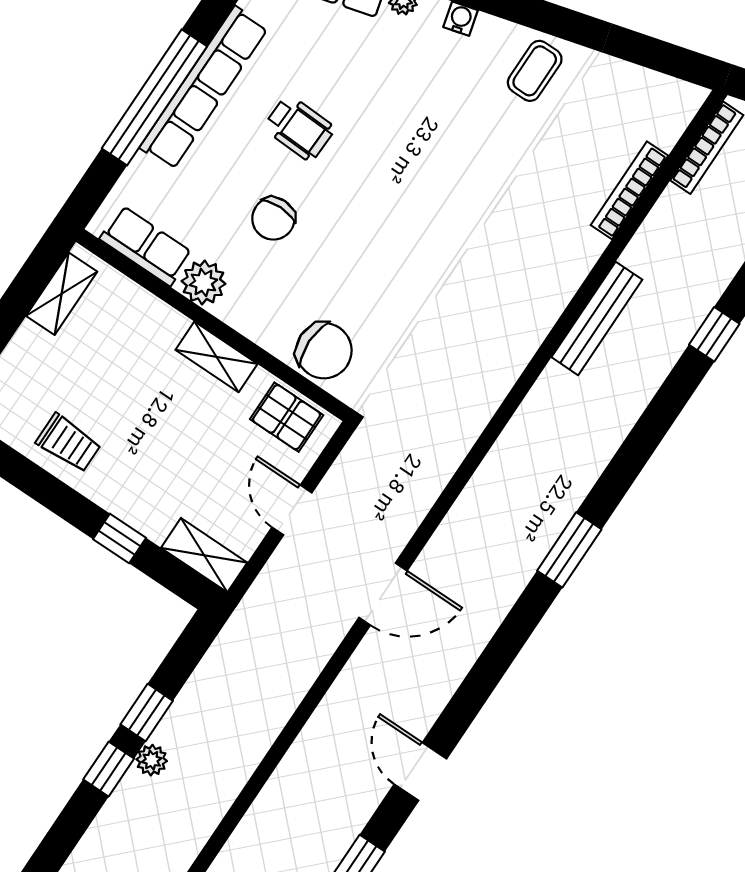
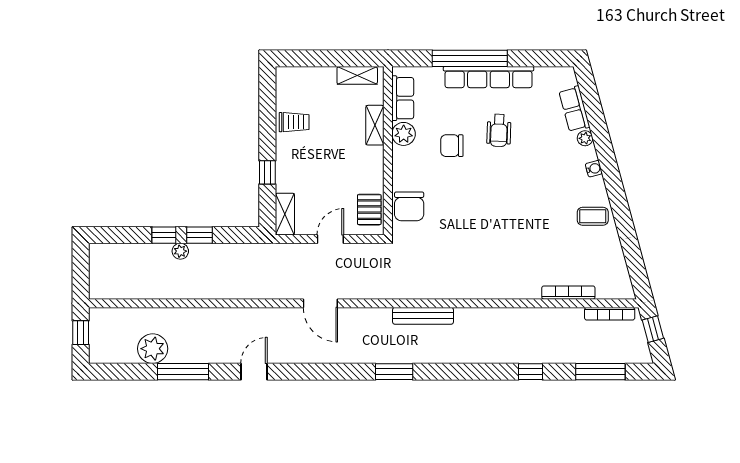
bench: (597, 318) -> (423, 316), moved
shelving: (216, 357) -> (375, 125), moved
trolley: (69, 443) -> (294, 122), turned -90

